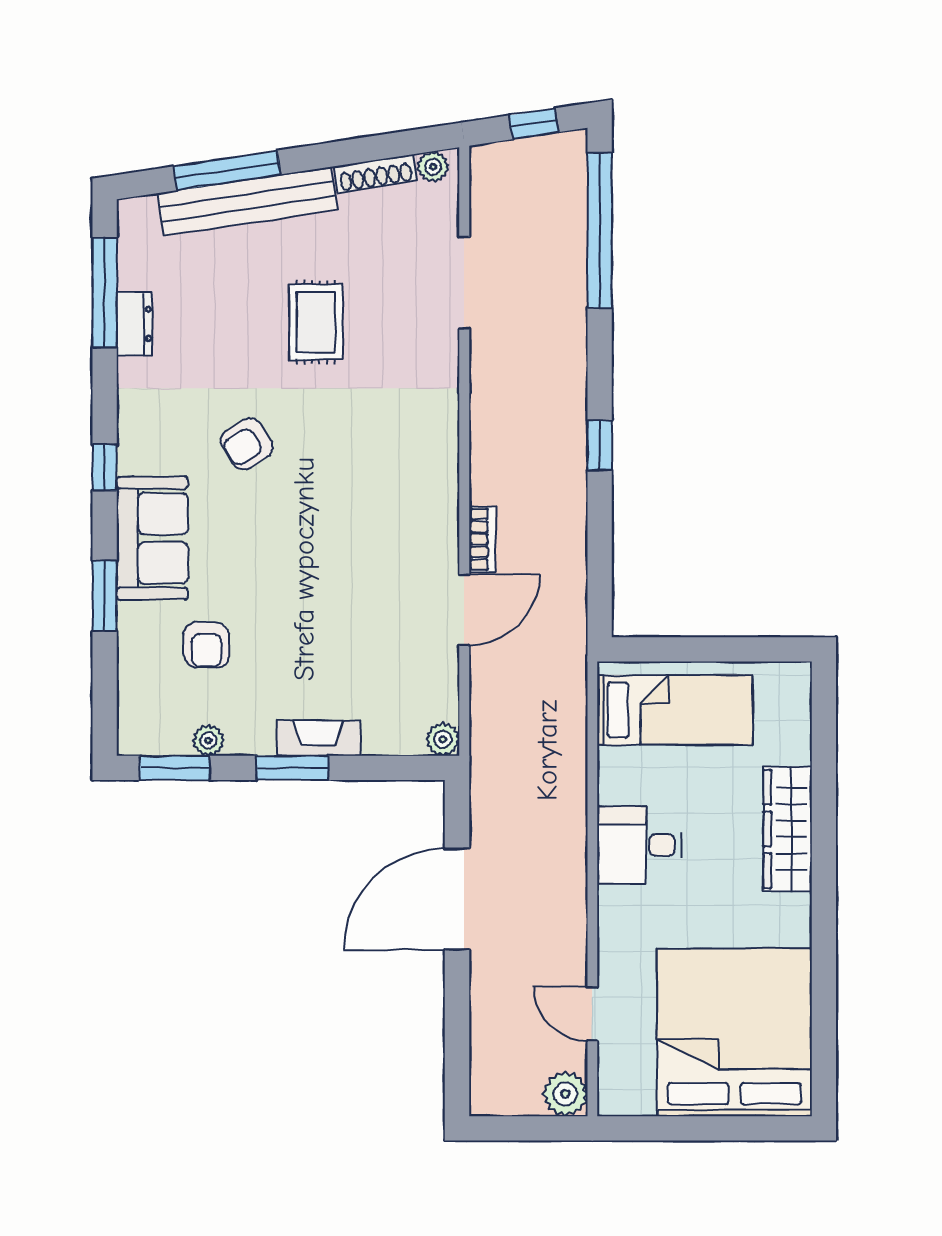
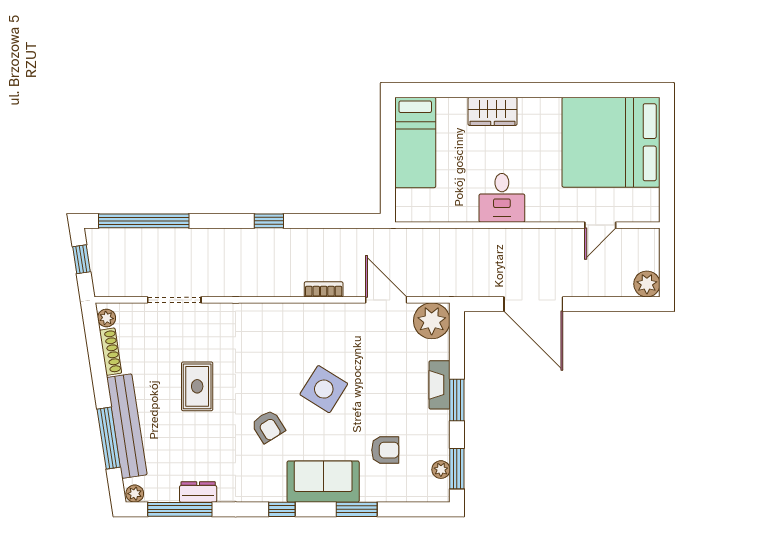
plant: (132, 215) -> (135, 494), added
rug: (316, 322) -> (197, 386), turned 90
side table: (311, 540) -> (324, 389), added
door: (464, 610) -> (386, 300), moved
bed: (675, 710) -> (415, 143), moved, turned 180
plant: (443, 739) -> (432, 321), width x1.87, depth x1.87
plant: (208, 740) -> (441, 470), moved
wardrobe: (788, 829) -> (492, 111), width x0.67
plant: (565, 1094) -> (647, 284), moved

